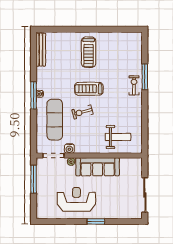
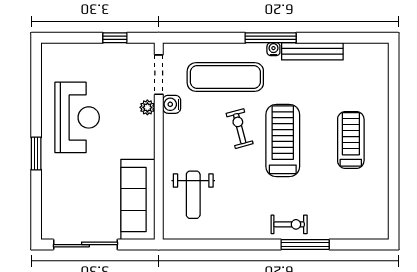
bench: (41, 50) -> (312, 51), moved
treadmill: (89, 52) -> (351, 140), turned 90
treadmill: (89, 89) -> (283, 141), width x1.37, depth x1.38
sofa: (98, 167) -> (138, 199), moved
window: (34, 179) -> (115, 38), width x0.46

